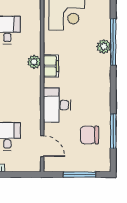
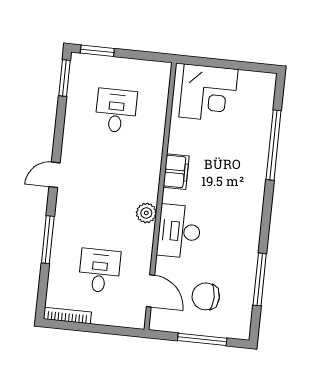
plant: (104, 47) -> (258, 151), removed
plant: (34, 62) -> (146, 213), moved
chair: (89, 135) -> (206, 296), moved

